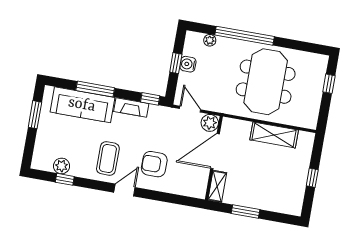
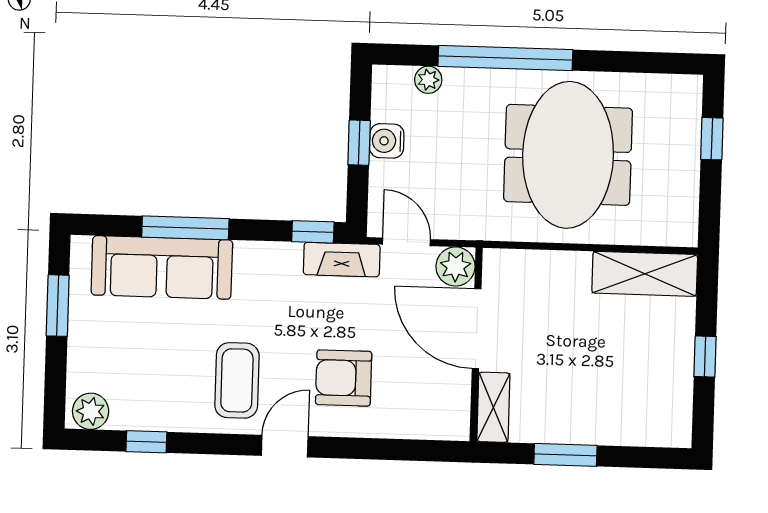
fireplace: (131, 107) -> (342, 260), moved
shelving: (274, 135) -> (645, 274), moved
door: (215, 151) -> (477, 329), hinge flipped
plant: (62, 166) -> (91, 411), moved

